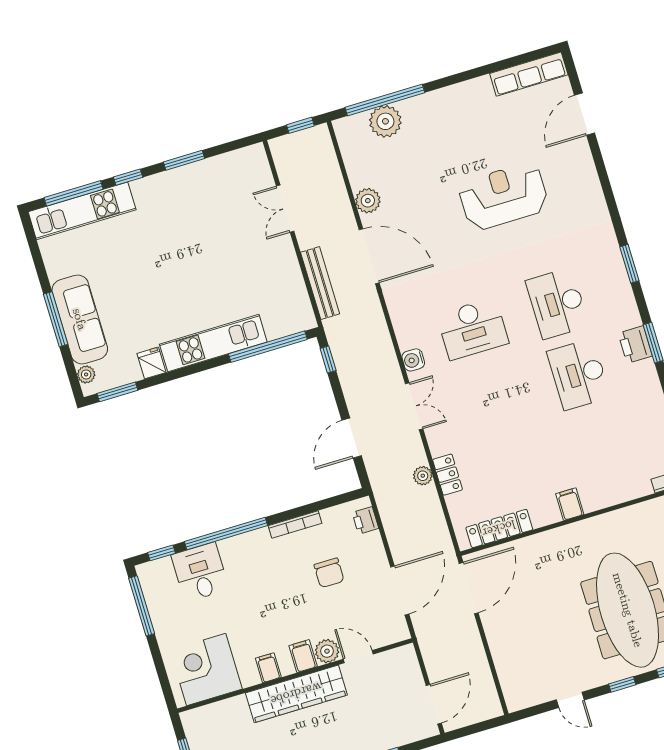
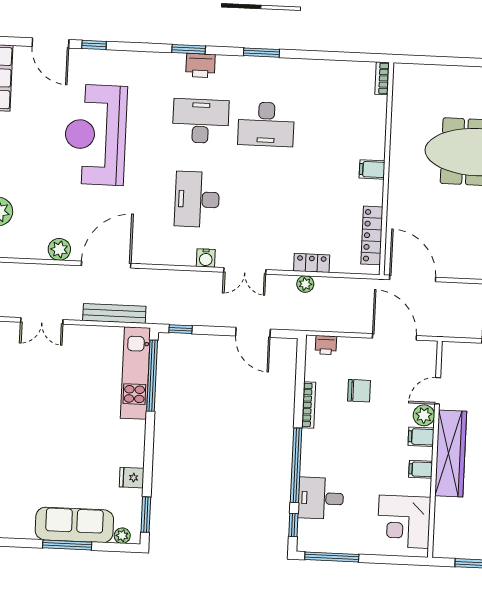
window: (599, 161) -> (94, 45), added
reception desk: (504, 196) -> (95, 135), width x1.36, depth x1.30
desk: (557, 303) -> (201, 121), turned 180
desk: (473, 329) -> (197, 199), turned 180
kitchen unit: (213, 343) -> (135, 373), moved
printer: (635, 345) -> (200, 65), moved
double door: (414, 406) -> (245, 271), swing flipped

